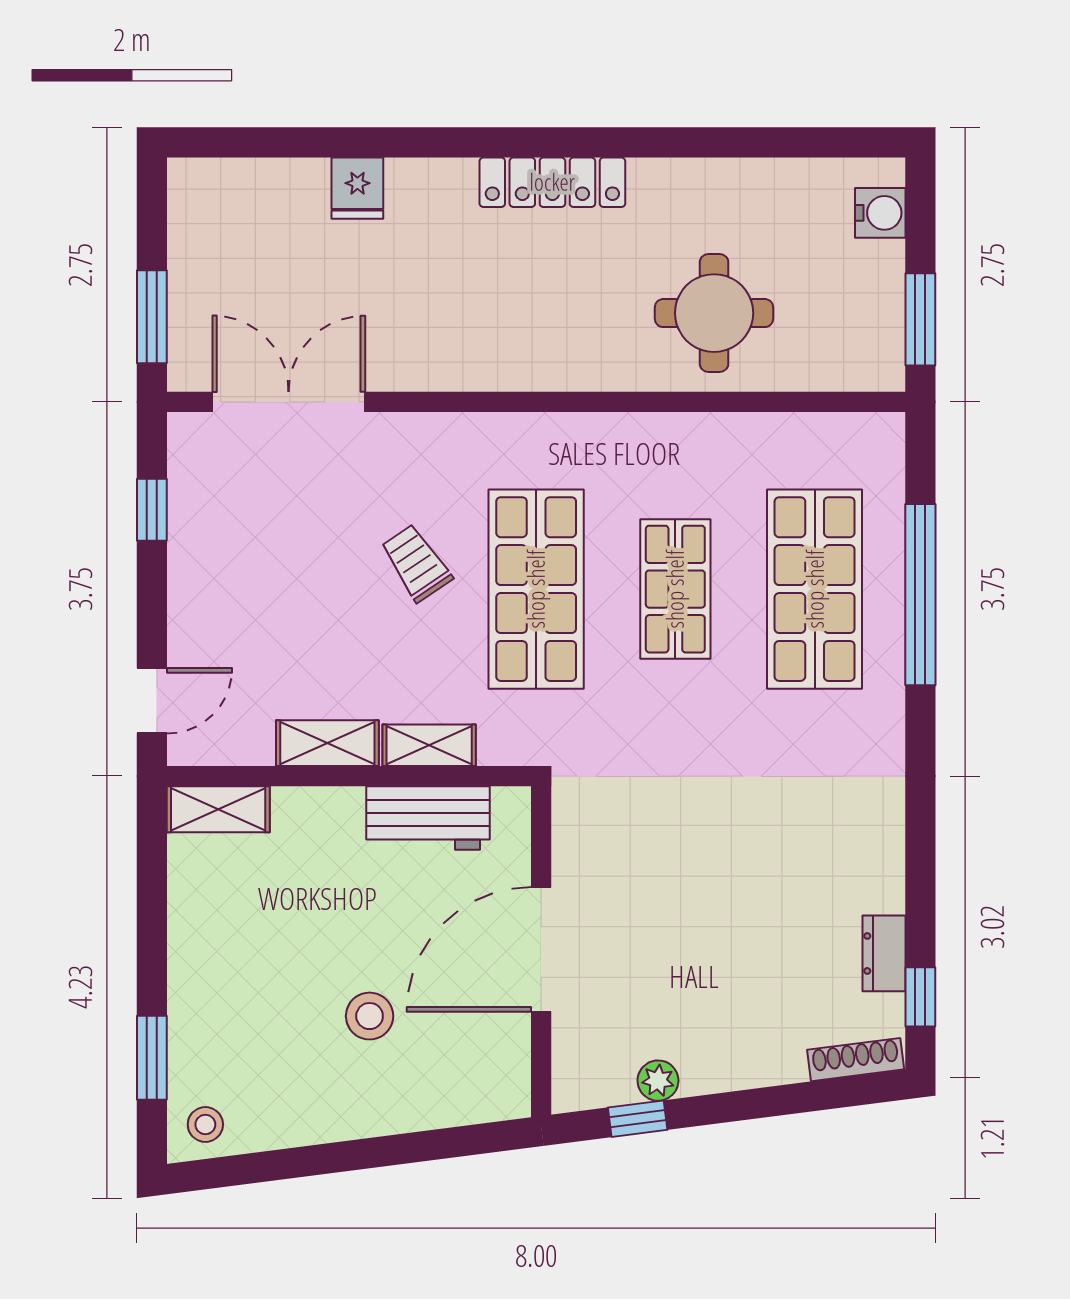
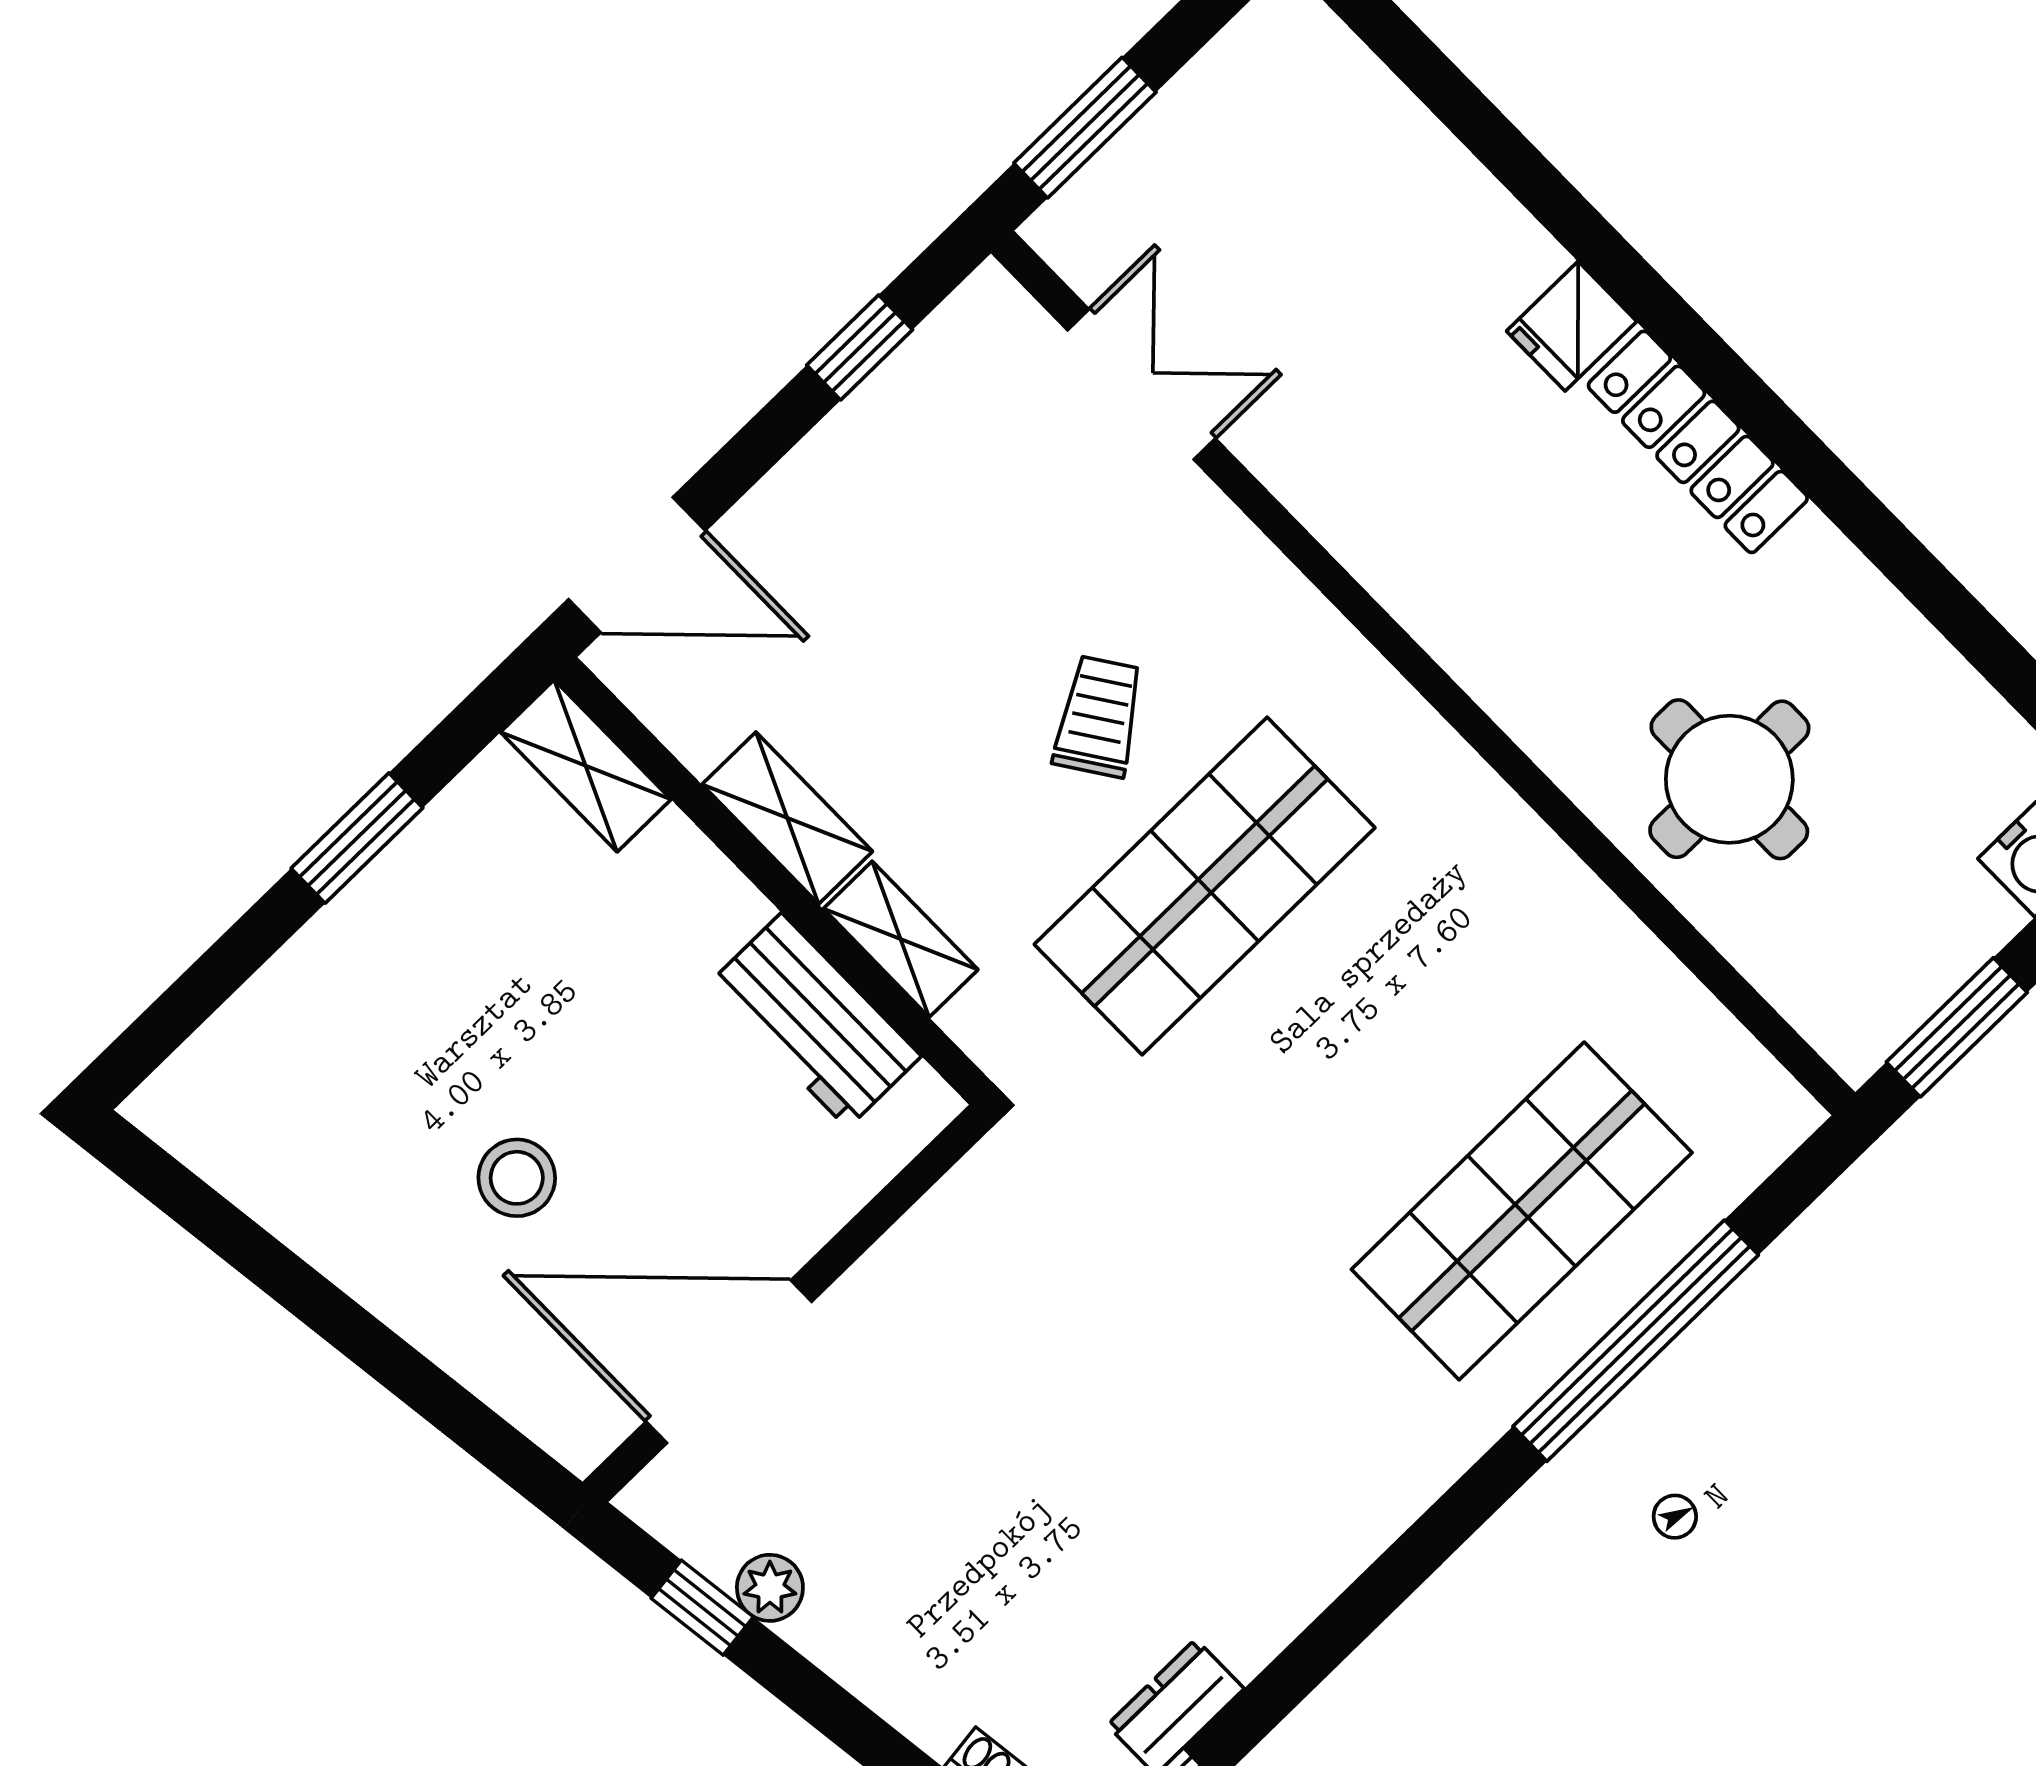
fridge: (357, 188) -> (1572, 326), moved
double door: (289, 402) -> (1141, 384), width x0.73
shop shelf: (675, 589) -> (1363, 1048), removed
door: (152, 701) -> (637, 565), width x1.38
door: (541, 949) -> (729, 1362), moved
window: (152, 1058) -> (357, 838), moved
stool: (205, 1124) -> (203, 1110), removed

